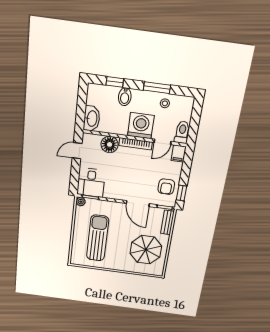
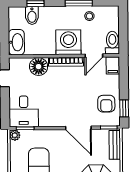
bidet: (125, 97) -> (32, 16), moved

